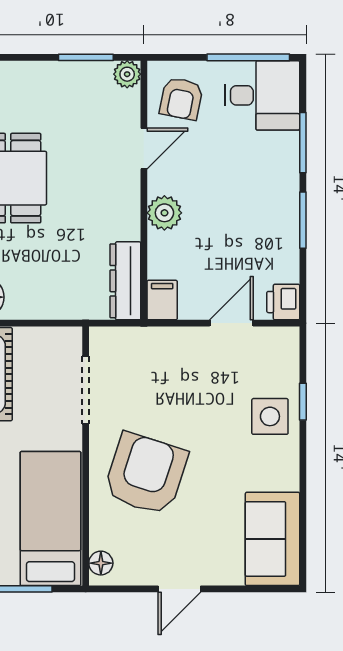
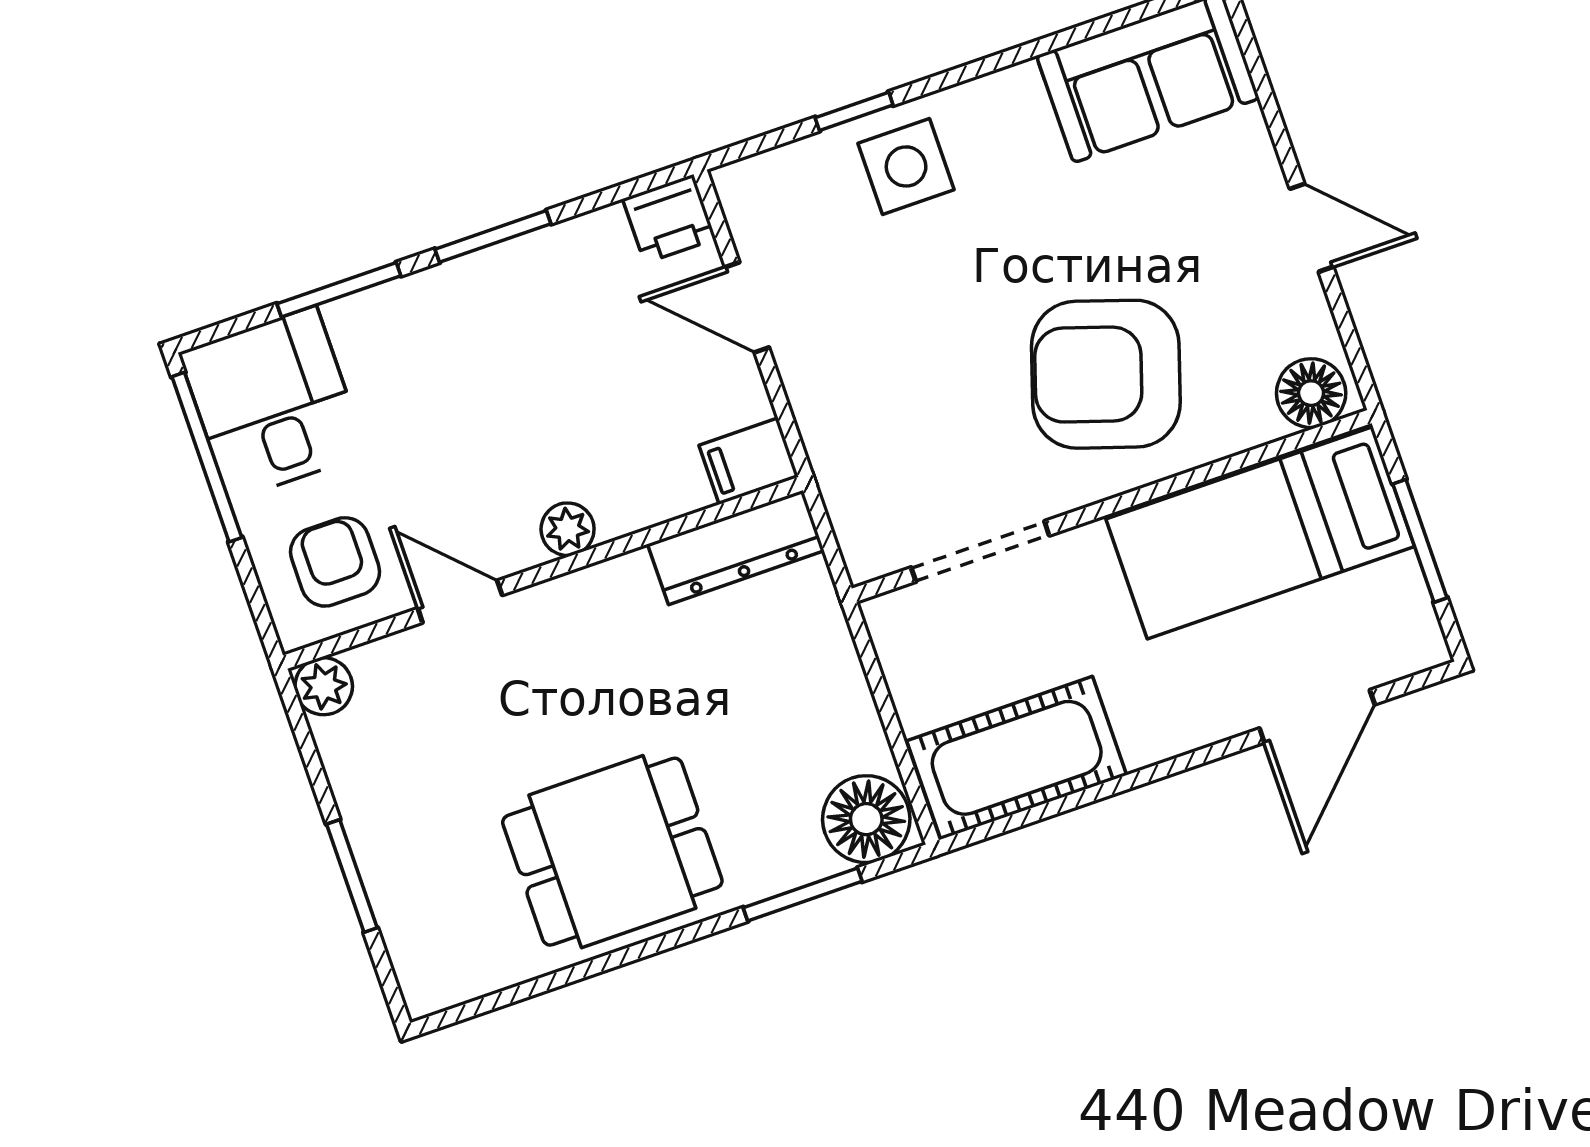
window: (86, 57) -> (352, 876), moved
armchair: (181, 99) -> (335, 562), turned -101
plant: (164, 213) -> (568, 529), width x0.73, depth x0.73
floor lamp: (101, 563) -> (1311, 393), width x1.37, depth x1.37

